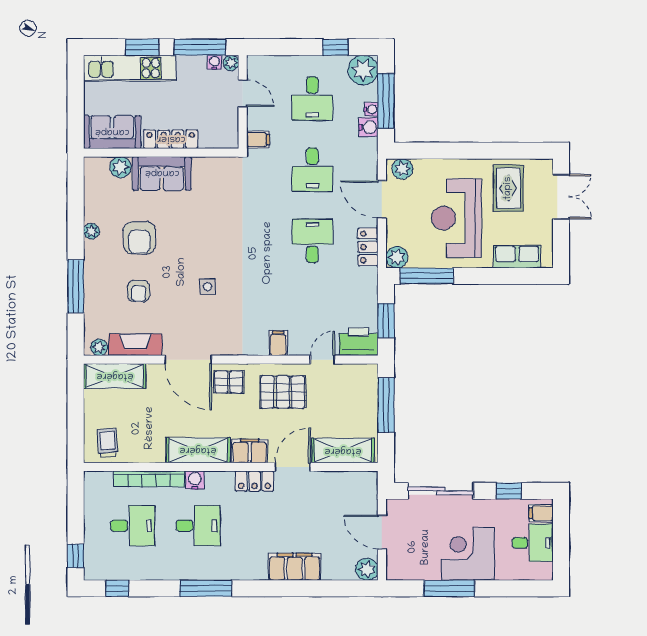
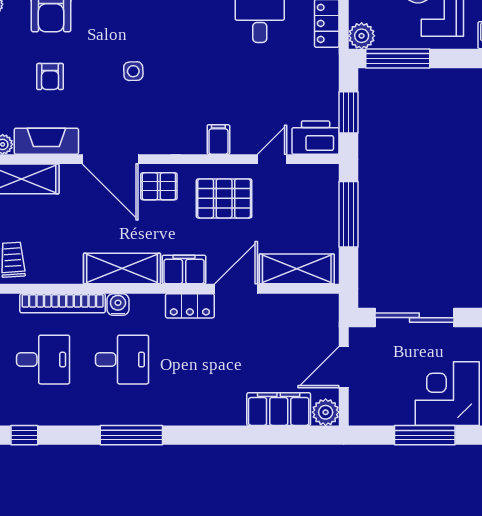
door: (382, 532) -> (344, 367), hinge flipped
filing cabinet: (295, 567) -> (279, 409), moved

